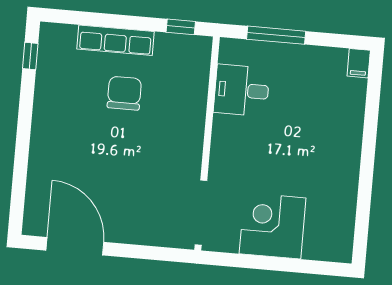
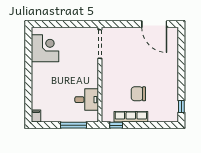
row of seats: (116, 40) -> (131, 117), moved
chair: (124, 93) -> (138, 94), turned 90
corner desk: (273, 226) -> (45, 48), moved, turned -90

